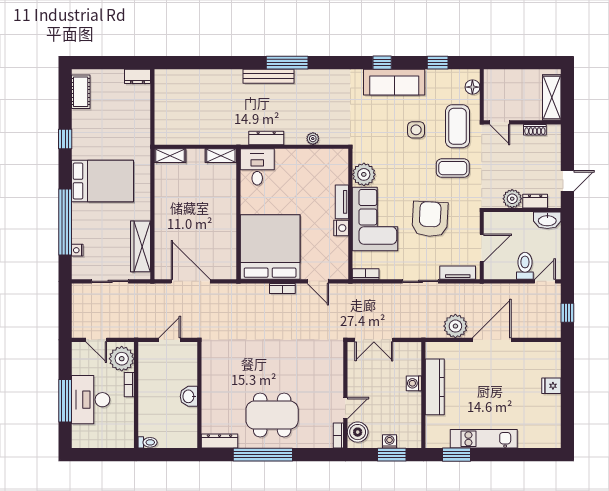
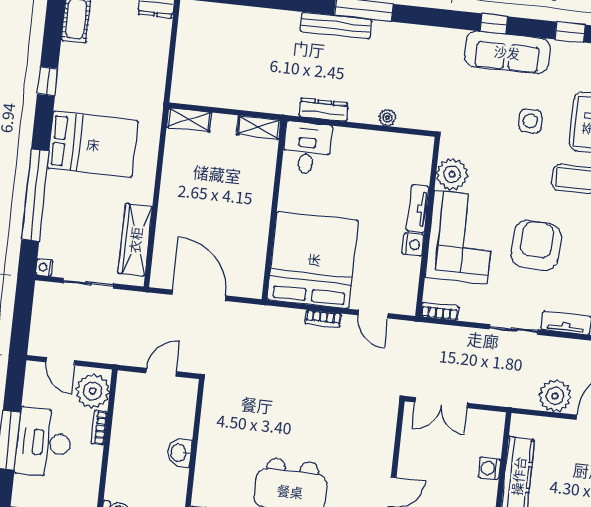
nightstand: (77, 250) -> (44, 267), moved

